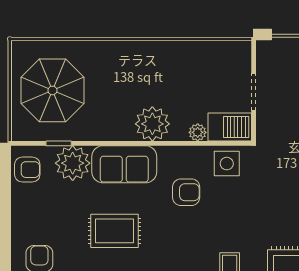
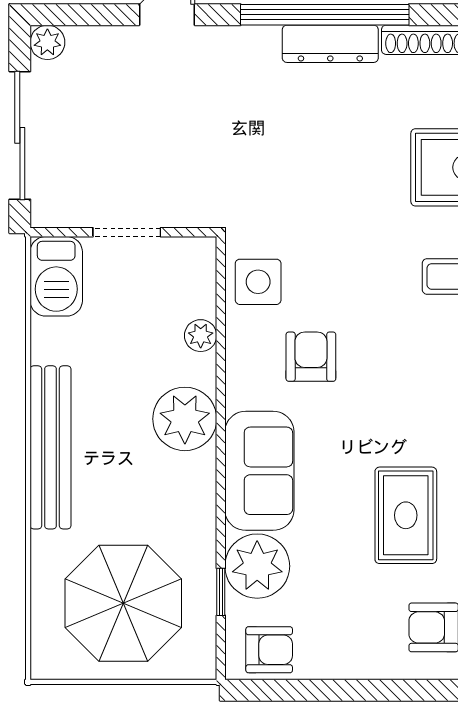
bench: (137, 51) -> (50, 447), added
barbecue: (230, 127) -> (56, 276), moved, turned 180
armchair: (27, 170) -> (269, 650), turned 90
rug: (115, 231) -> (406, 515), moved

